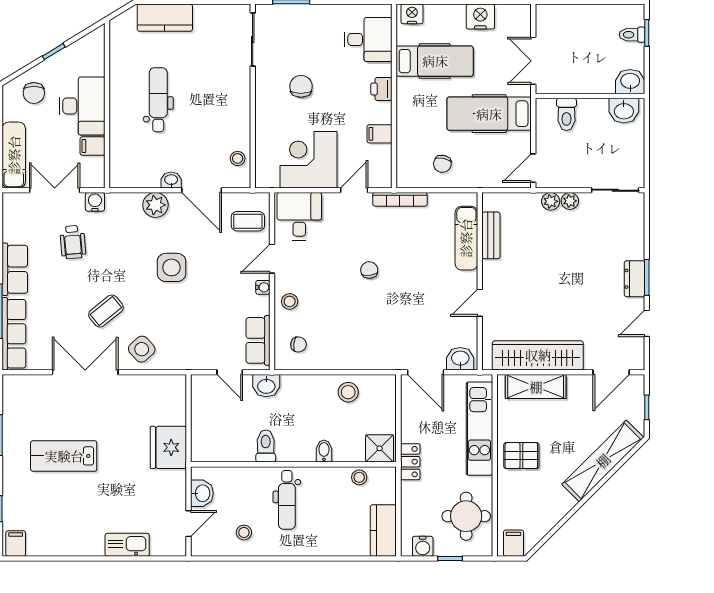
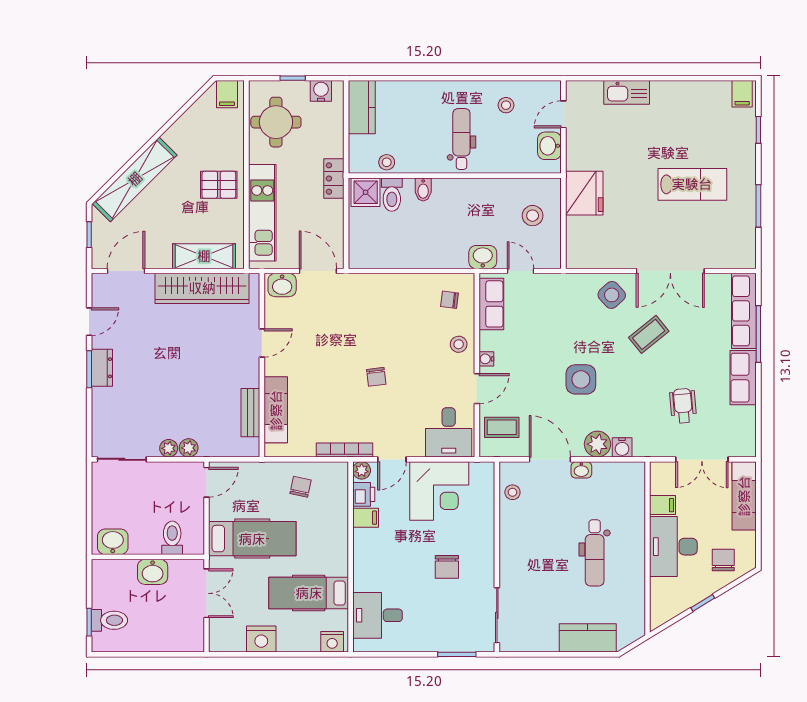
toilet: (632, 35) -> (109, 620), width x1.37, depth x1.39
washbasin: (630, 82) -> (153, 572), moved
printer: (381, 89) -> (364, 494), moved
plant: (383, 180) -> (362, 470), added
water cooler: (95, 202) -> (622, 447), moved
stool: (348, 392) -> (533, 216), moved
toilet: (266, 446) -> (392, 195), moved

